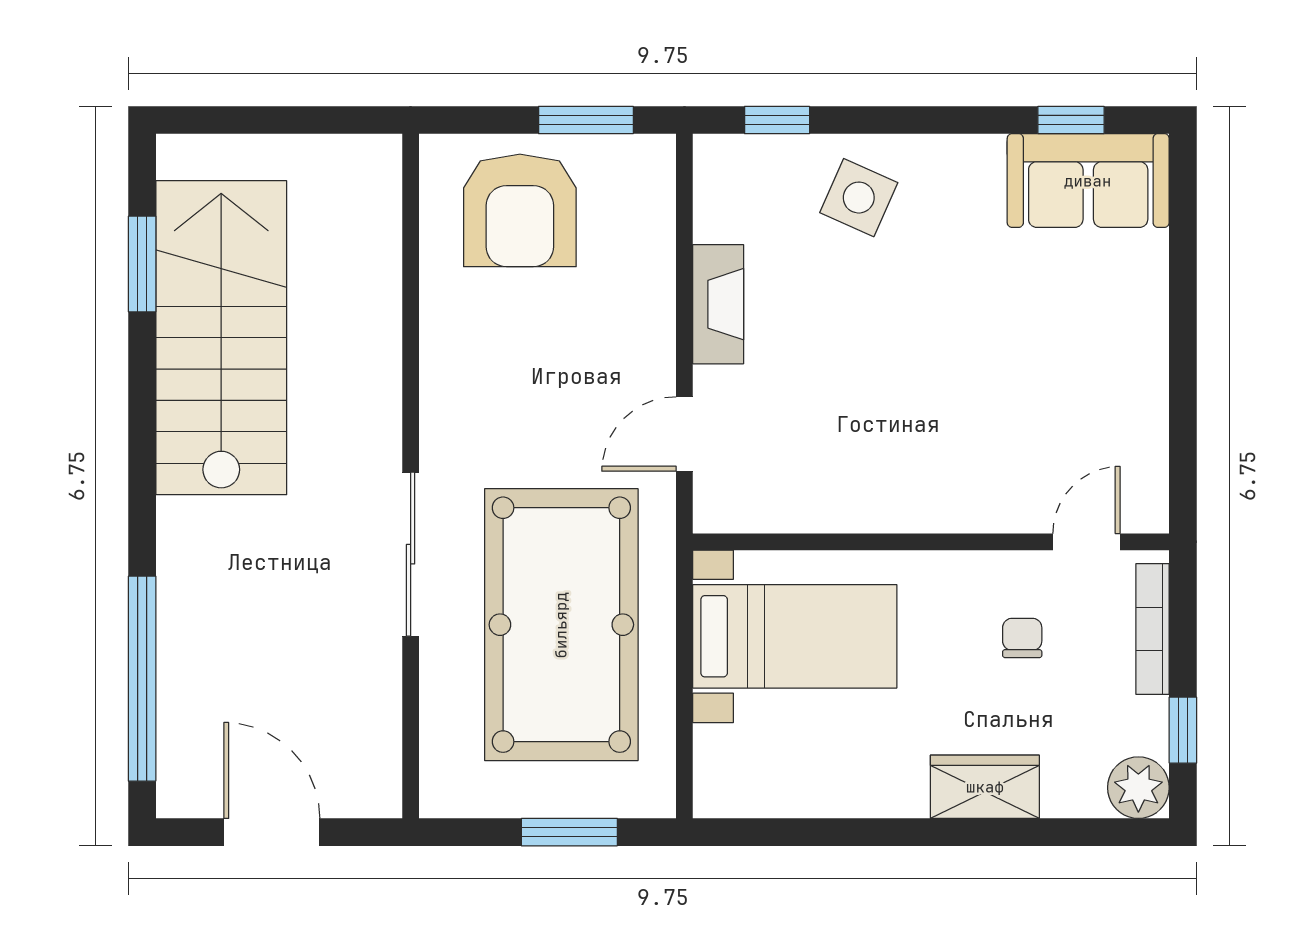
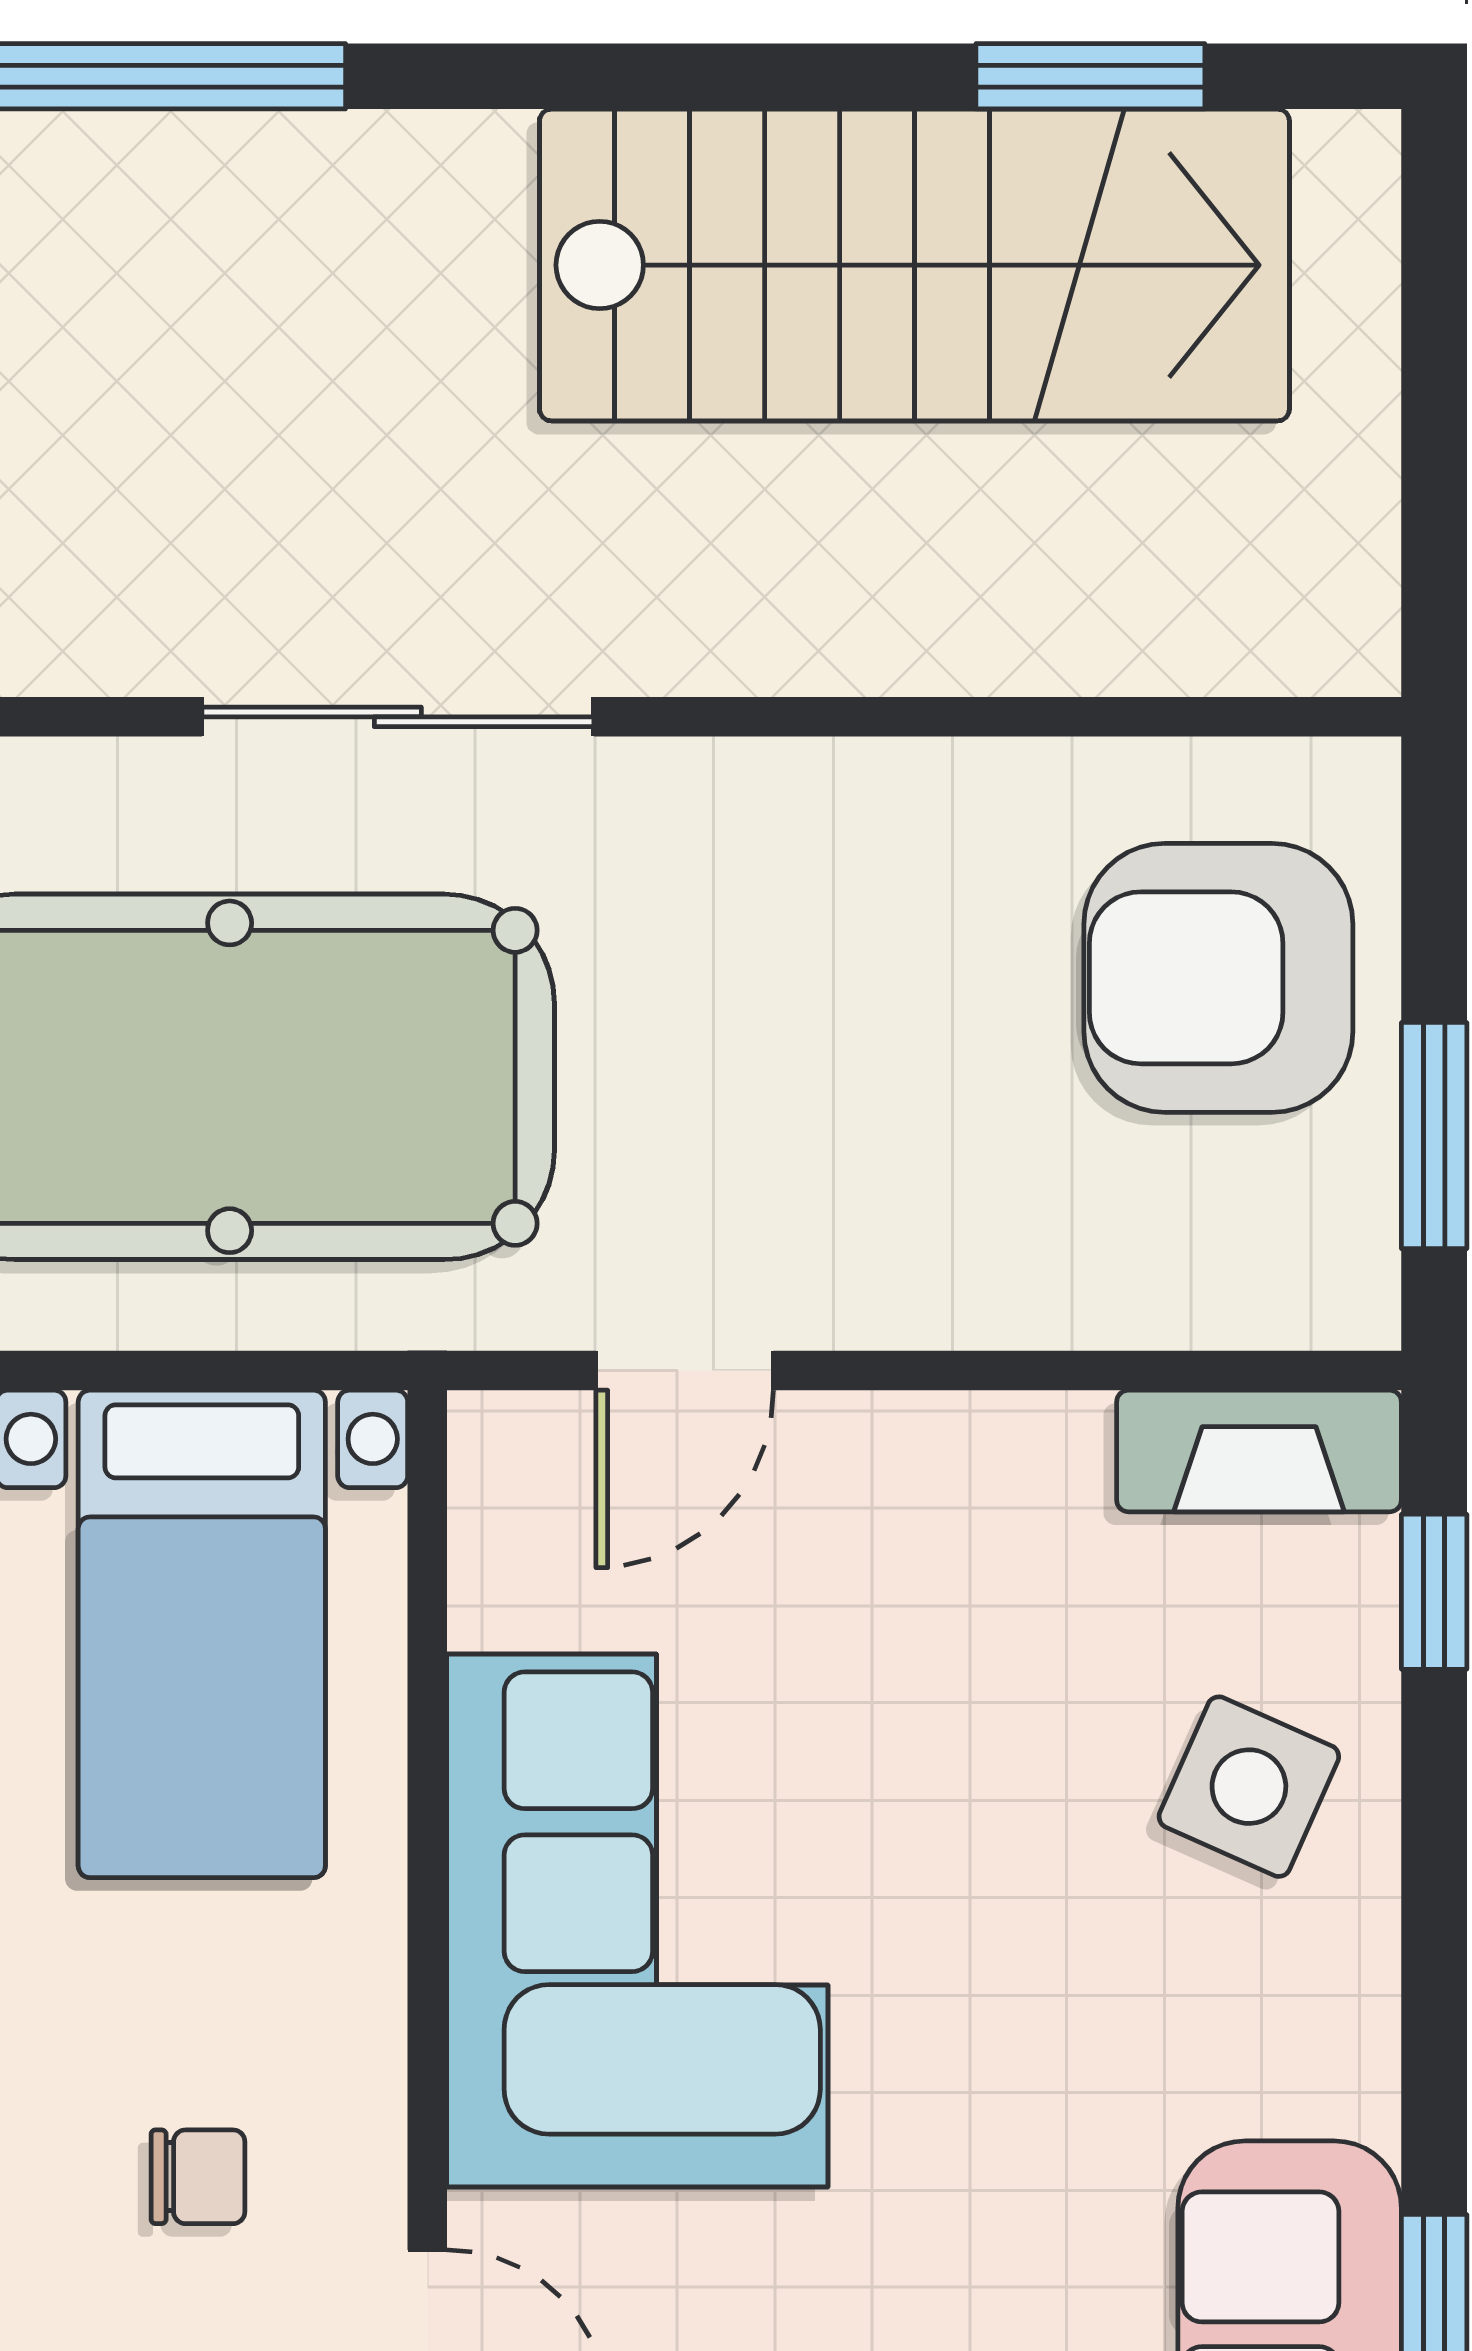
fireplace: (718, 304) -> (1259, 1451), moved
door: (684, 434) -> (685, 1371), swing flipped
corner sofa: (915, 454) -> (637, 1921), added

